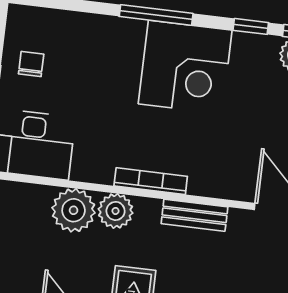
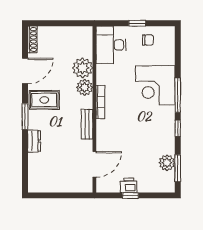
window: (251, 26) -> (178, 128), moved
corner desk: (185, 67) -> (155, 85), moved

